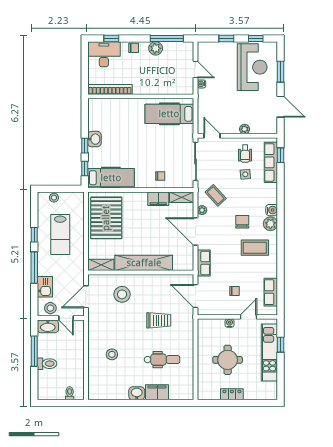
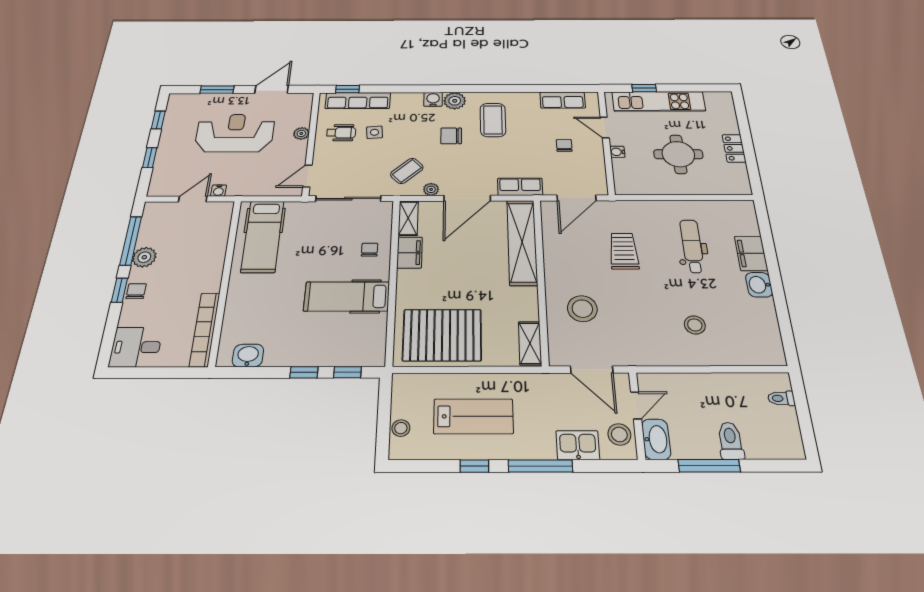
window: (111, 38) -> (119, 290), moved
desk: (104, 54) -> (136, 347), width x0.73
reception desk: (252, 67) -> (235, 133), moved
washbasin: (94, 139) -> (248, 356), moved
hospital bed: (111, 178) -> (347, 296), moved, turned -90
shelving: (144, 263) -> (522, 242), moved

